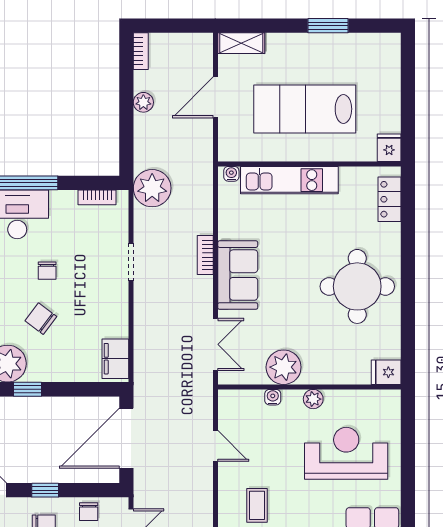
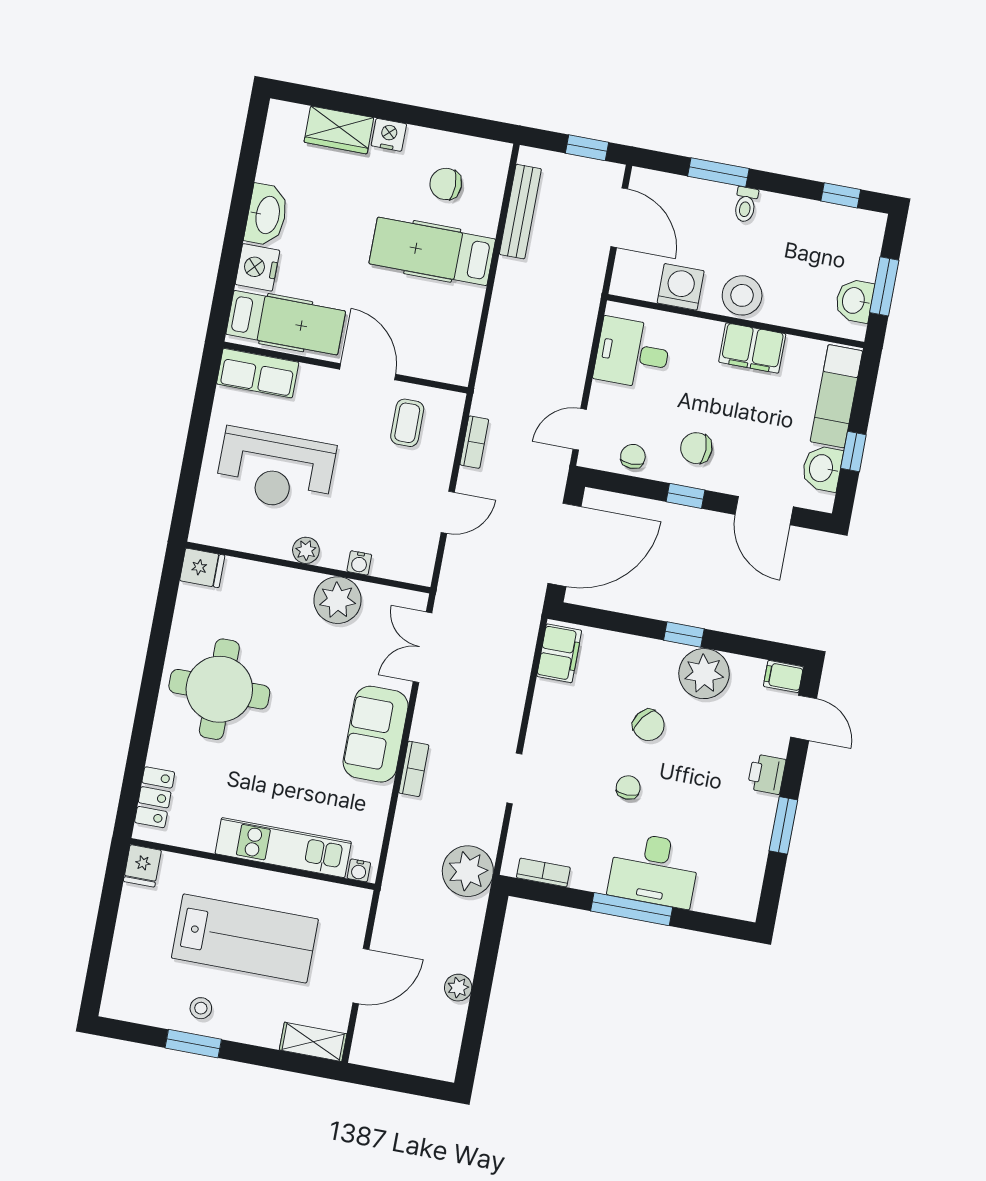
bookcase: (141, 51) -> (474, 442), moved, turned 180
stool: (327, 52) -> (201, 1008), added
door: (215, 446) -> (448, 512), swing flipped

